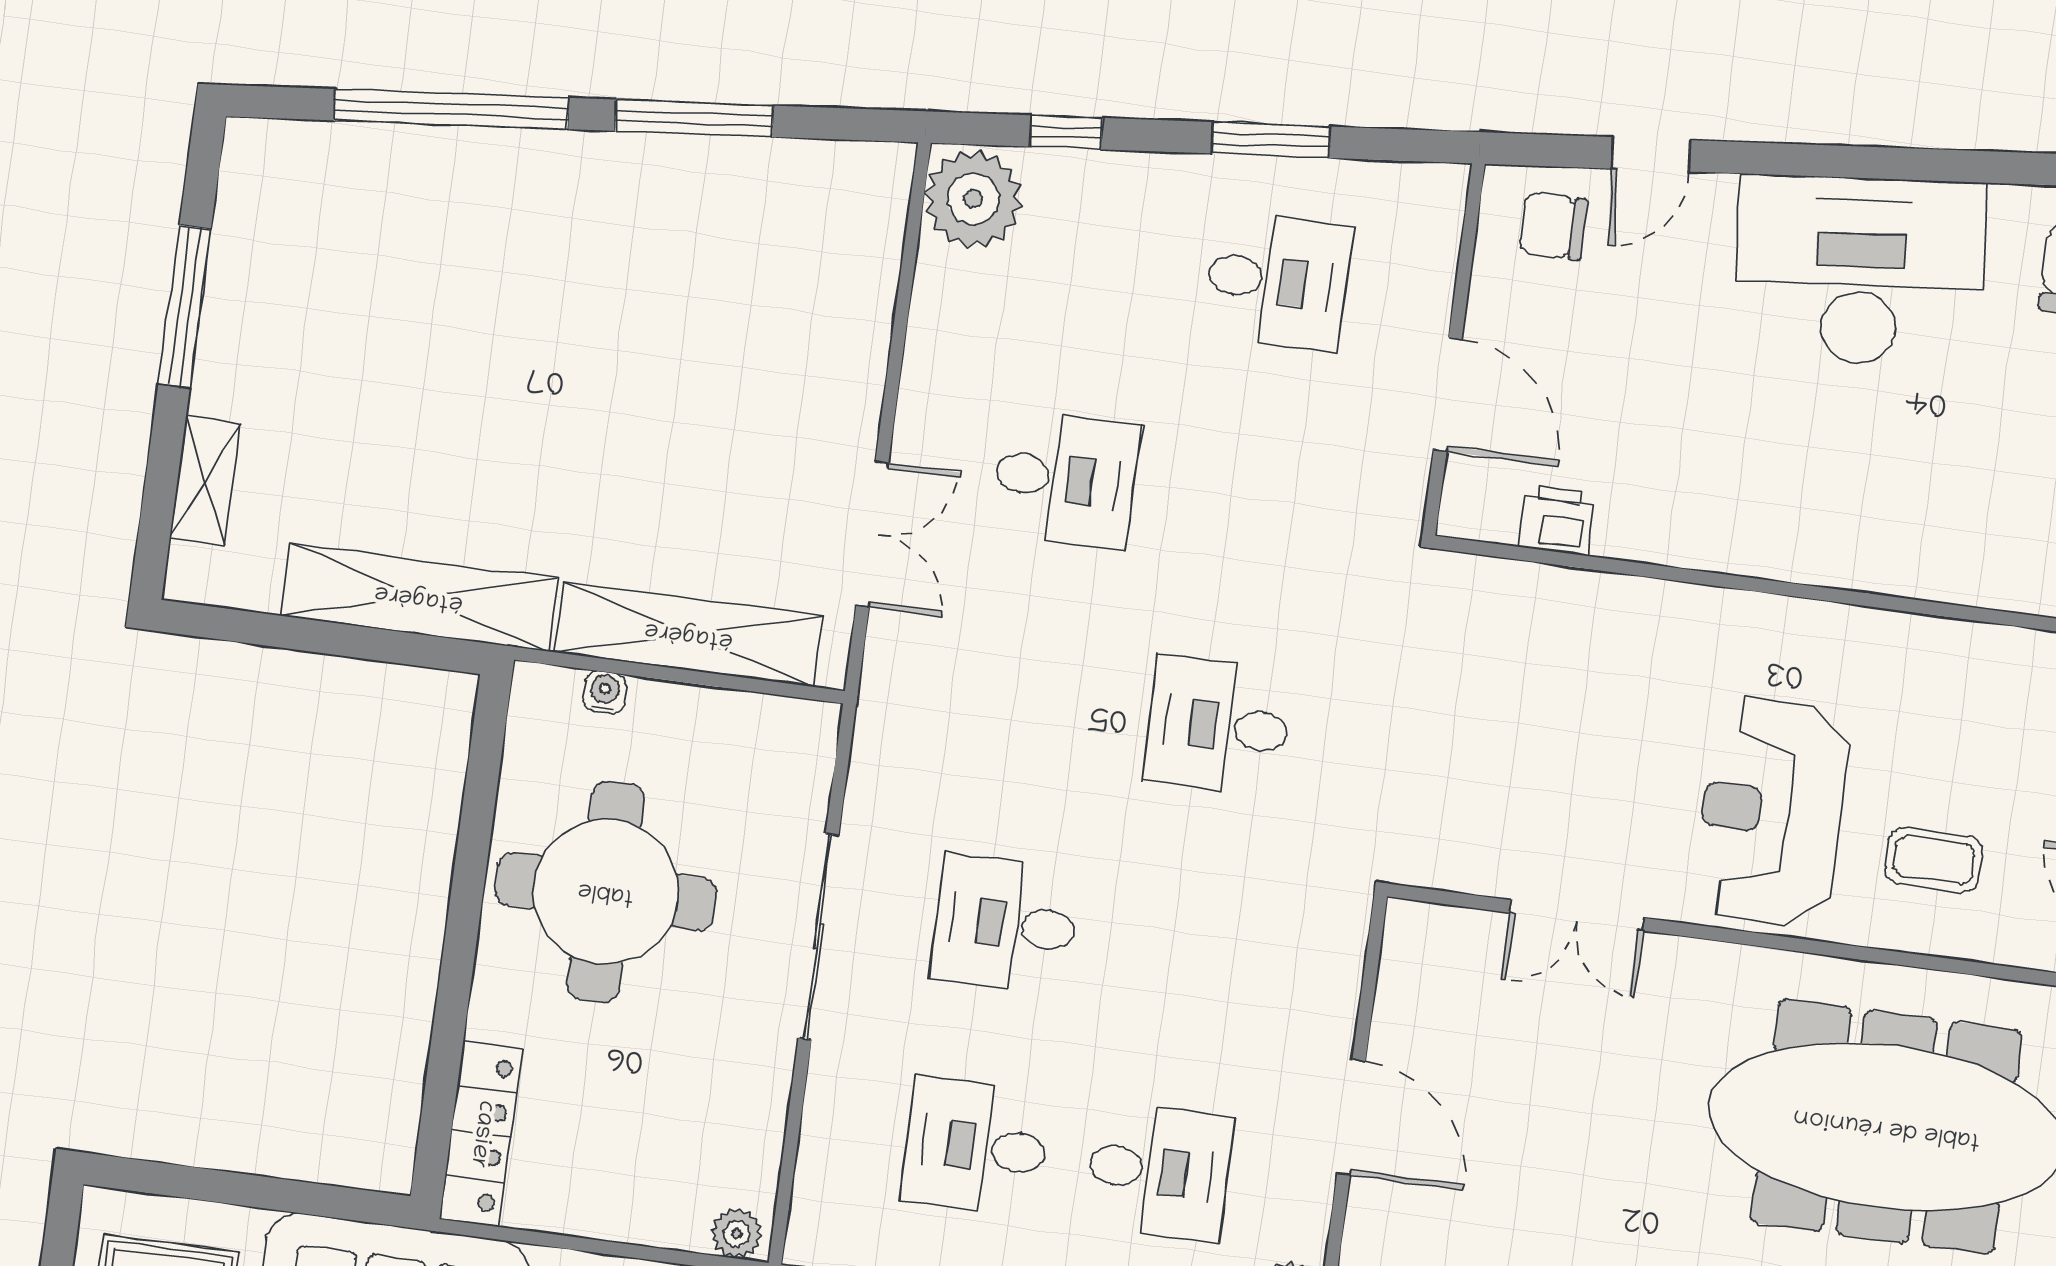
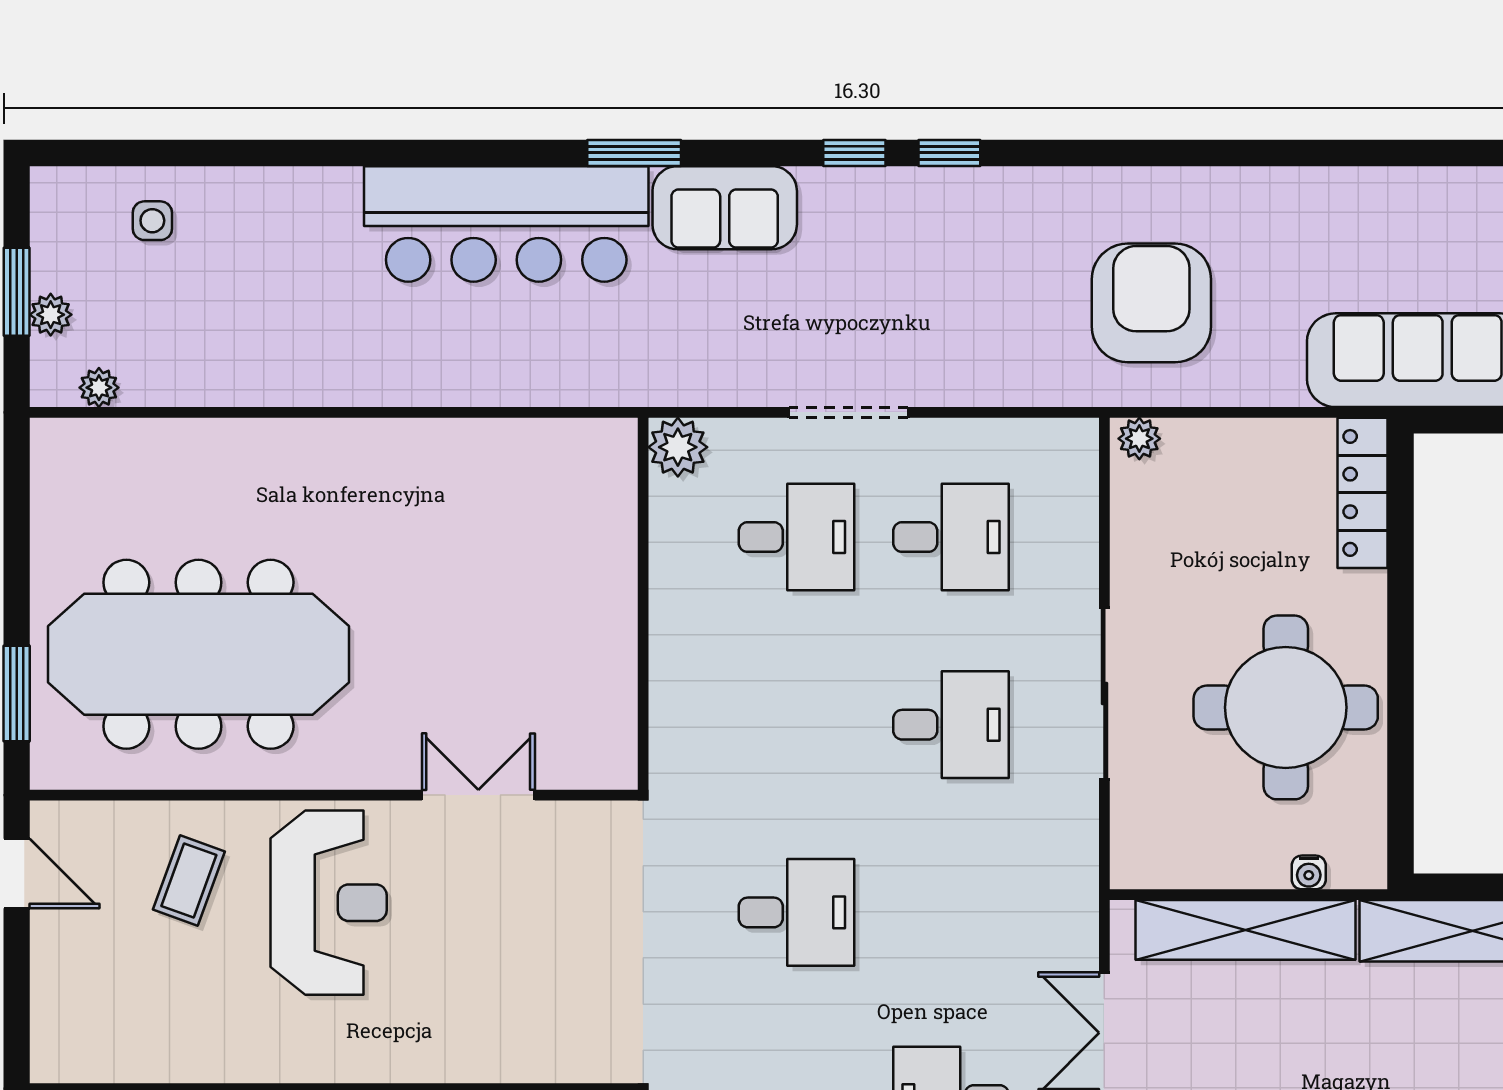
coffee table: (1934, 860) -> (189, 881), turned -70
door: (1351, 1117) -> (643, 603), removed
desk: (1159, 1171) -> (796, 537), turned 180

